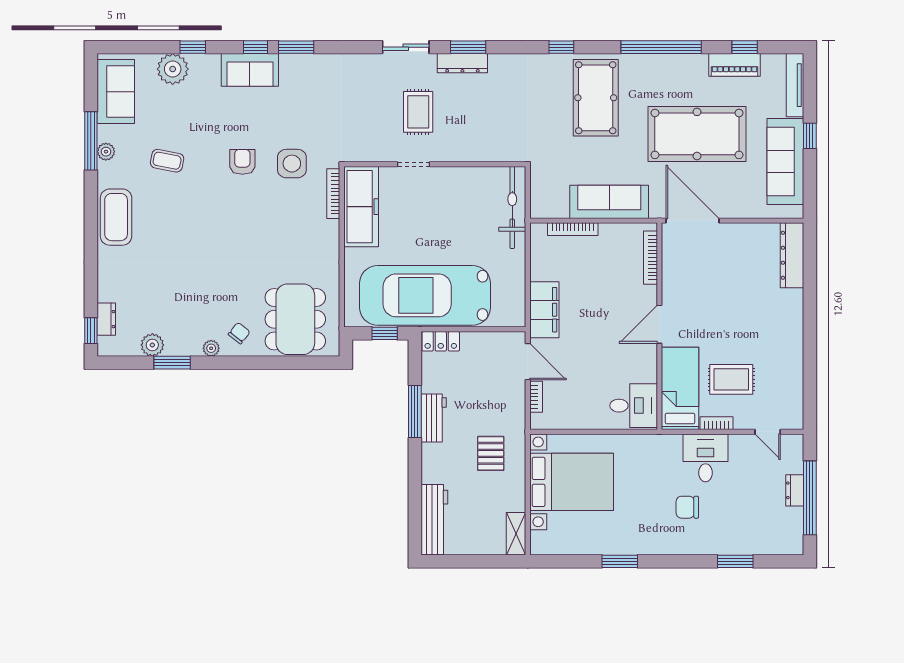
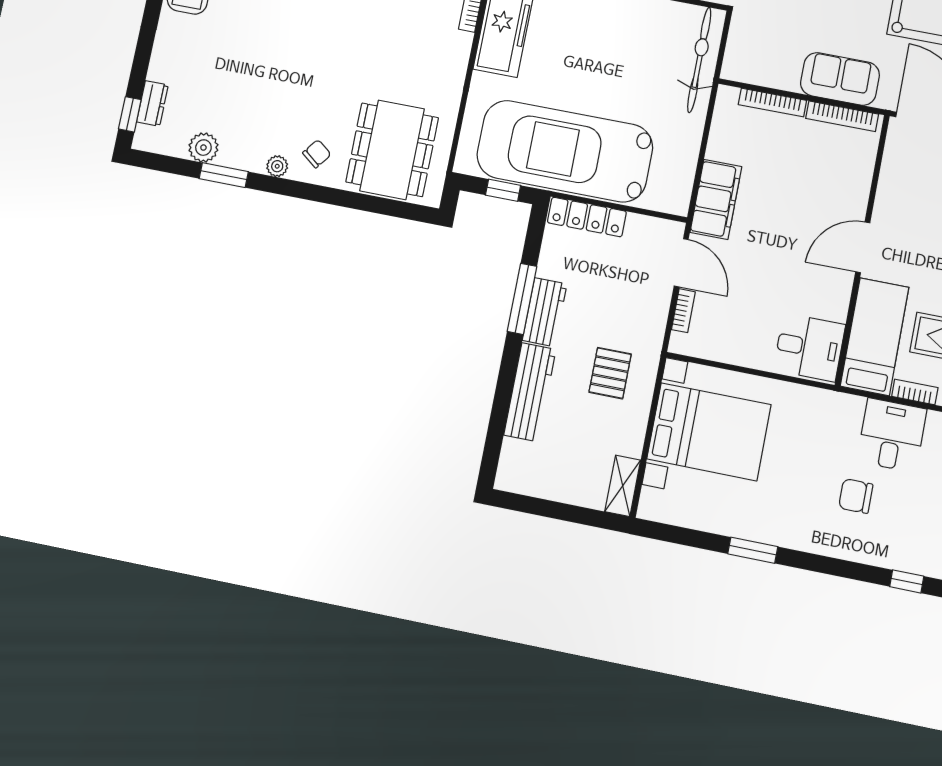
sofa: (609, 202) -> (840, 79), width x0.73
bookcase: (650, 258) -> (842, 116), moved, turned -90
locker: (441, 341) -> (587, 217), width x1.53
workbench: (434, 520) -> (530, 392), moved
window: (735, 561) -> (907, 581), width x0.67

